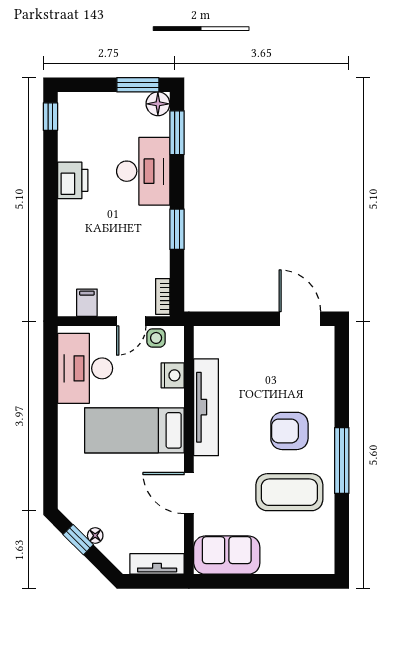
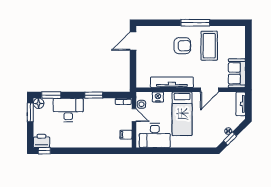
printer: (73, 180) -> (41, 141), moved
armchair: (289, 431) -> (182, 46), turned -90

